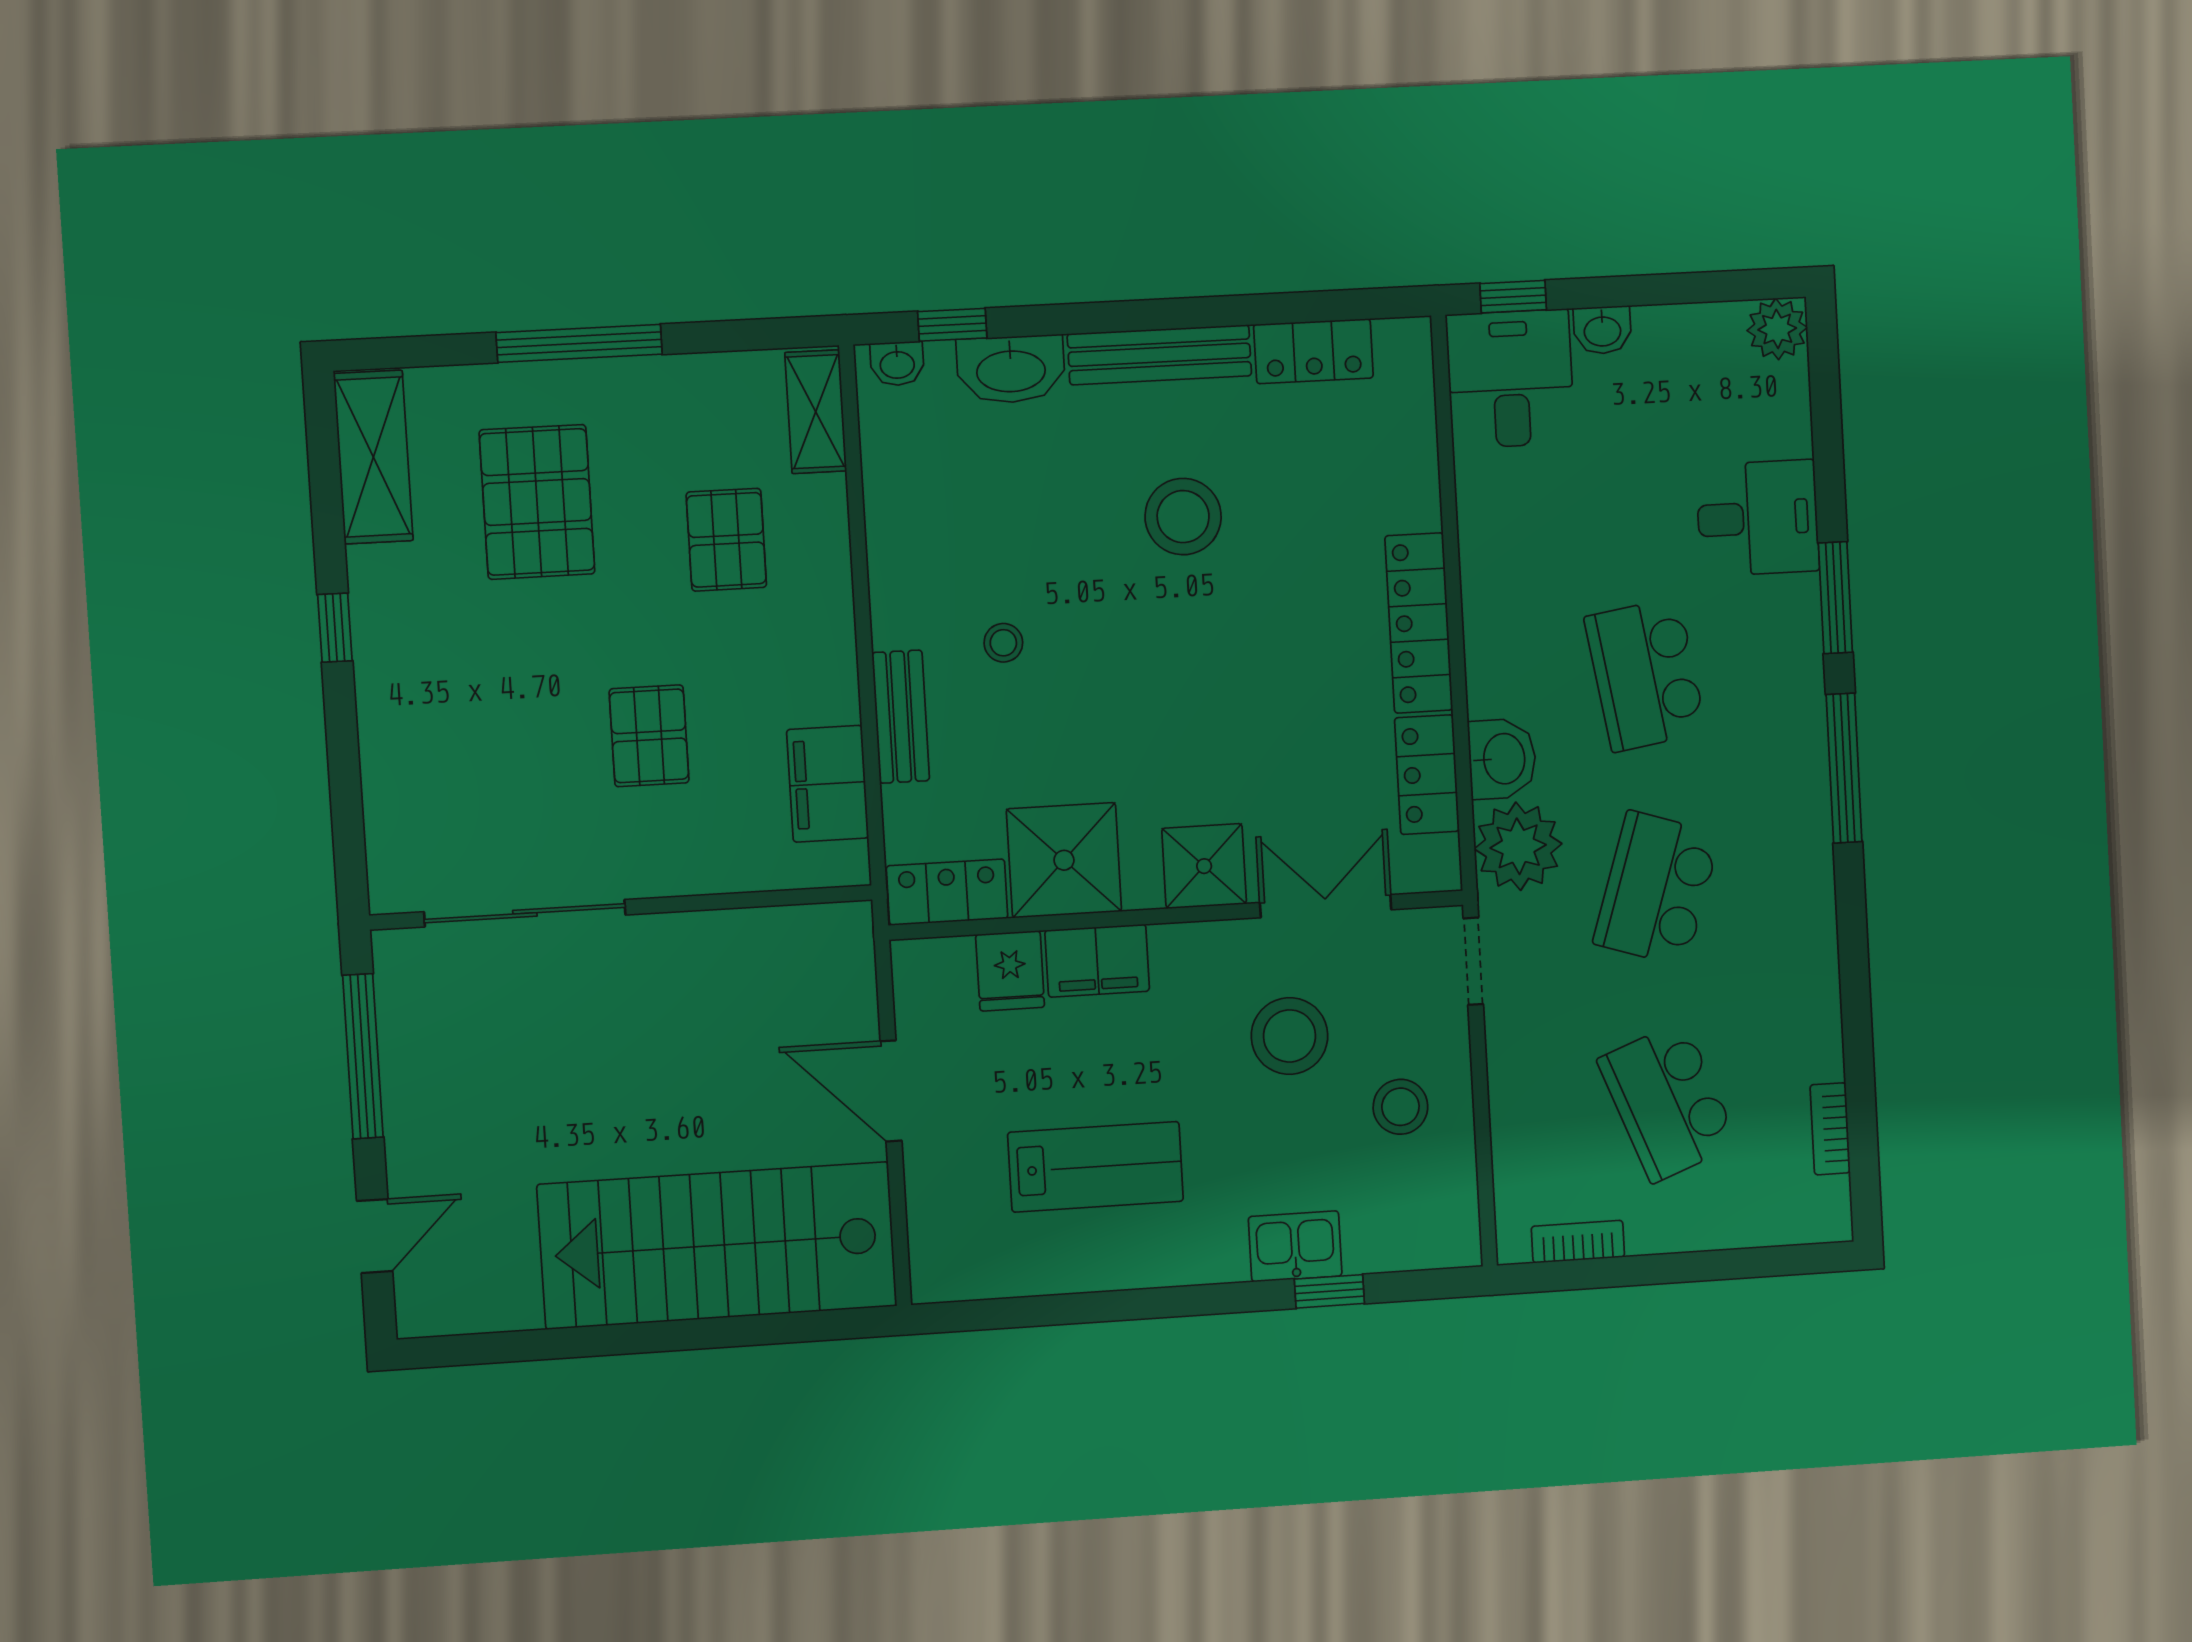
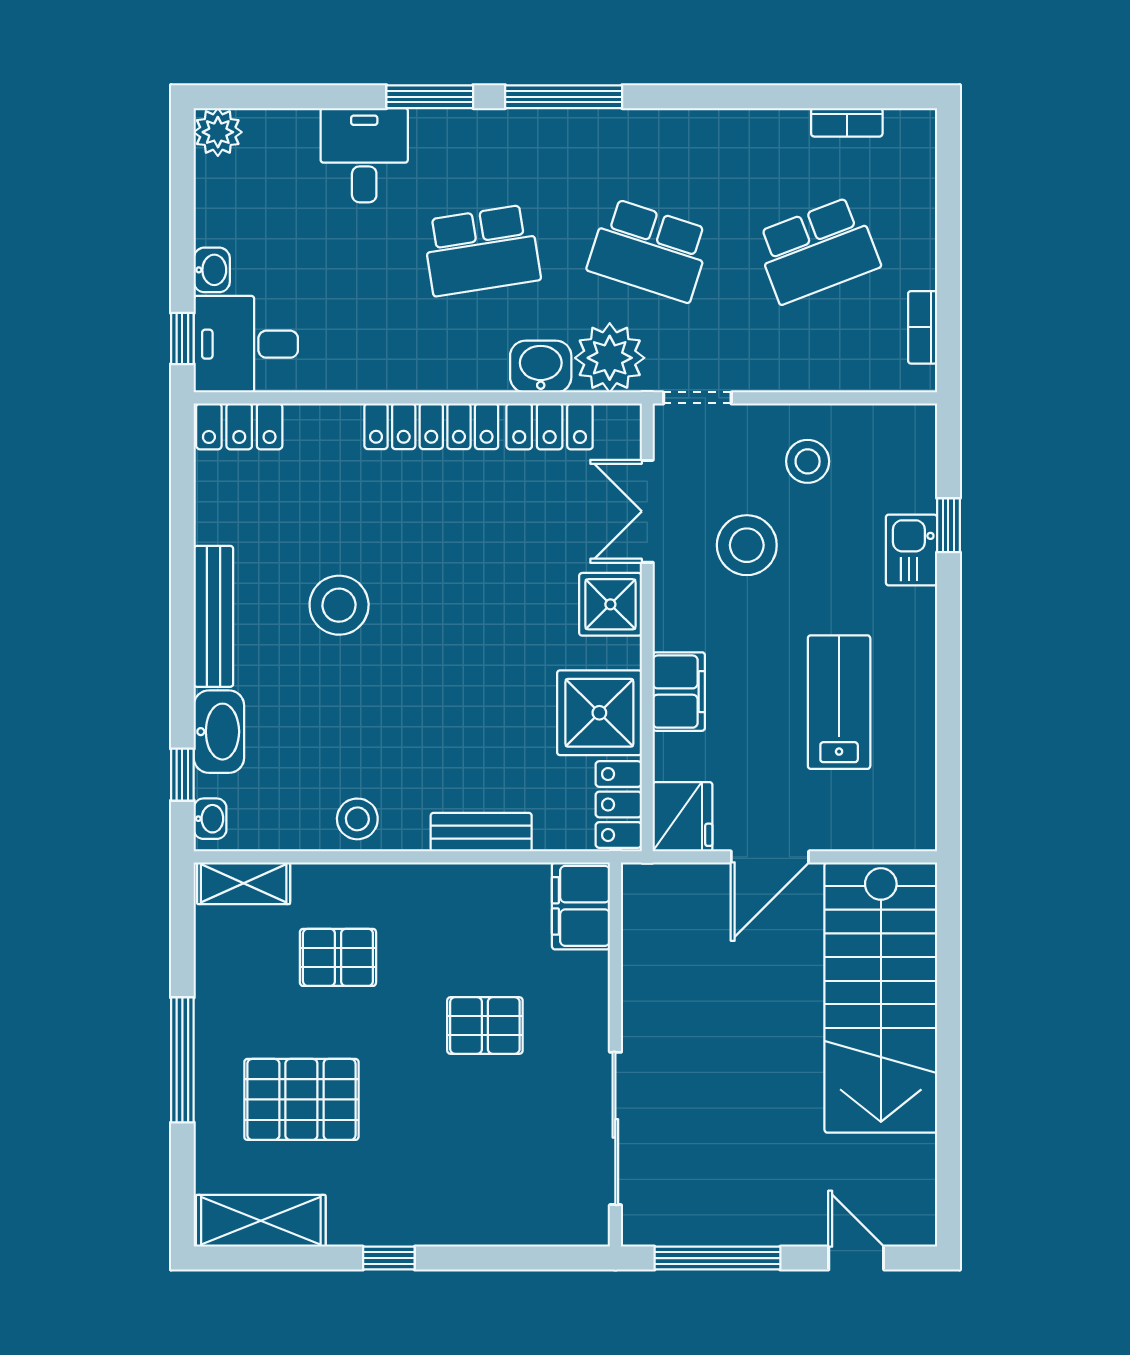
locker: (1313, 351) -> (239, 426), moved, turned 90
stool: (1003, 643) -> (357, 819), moved, width x1.37, depth x1.37
filing cabinet: (828, 784) -> (581, 906), moved, turned 90
fridge: (1010, 971) -> (683, 817), moved, width x1.38

